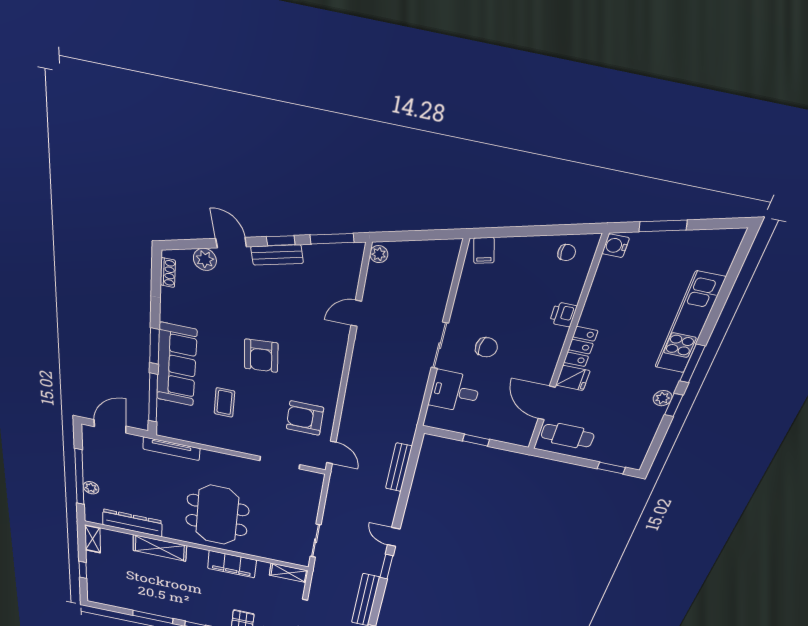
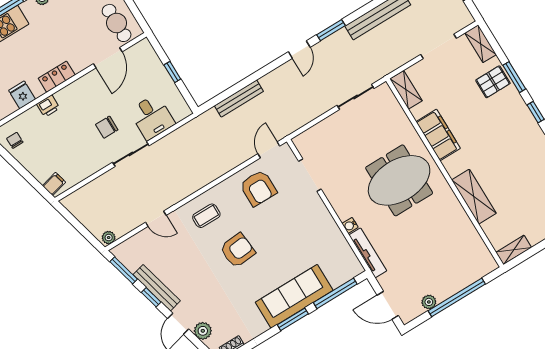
bench: (277, 255) -> (157, 288), width x1.36
chair: (486, 347) -> (107, 127), turned -97
fridge: (573, 378) -> (22, 95), moved
coffee table: (224, 402) -> (206, 216), moved
water cooler: (208, 455) -> (350, 225), added
plant: (91, 488) -> (429, 302), moved
dresser: (132, 523) -> (467, 233), removed

